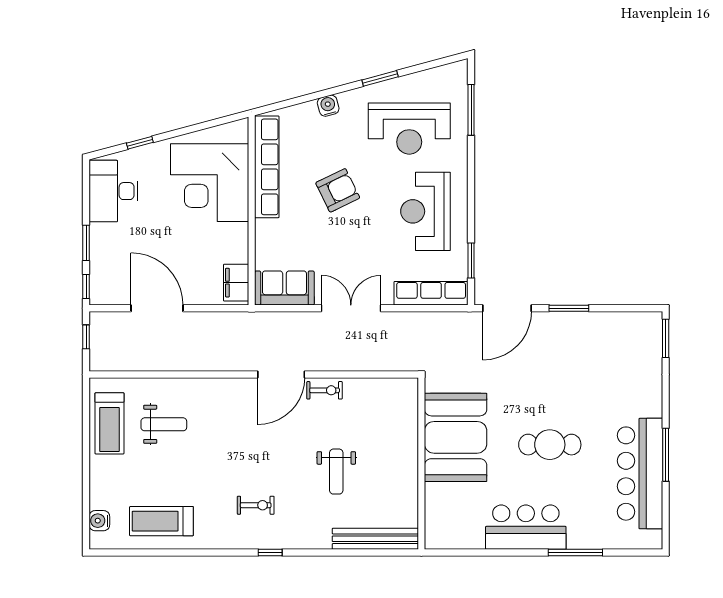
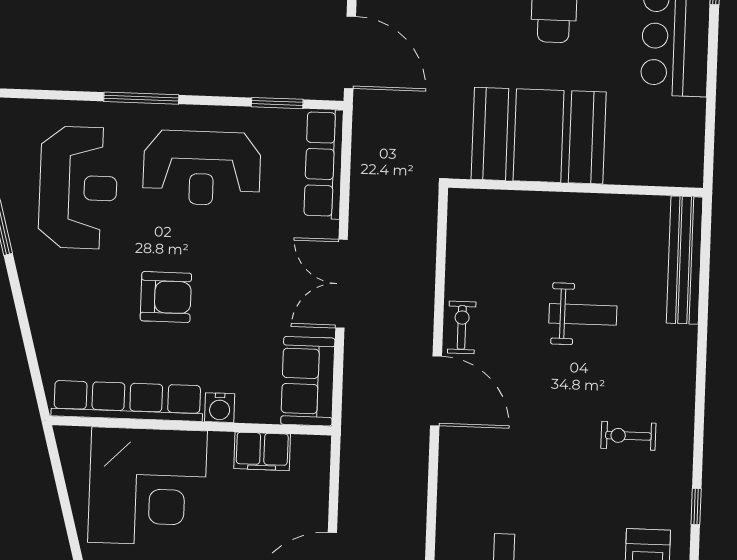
water cooler: (328, 106) -> (220, 408), moved, turned -75
window: (471, 110) -> (141, 98), moved
armchair: (338, 190) -> (166, 297), turned 116
filing cabinet: (236, 283) -> (262, 451), moved
exercise bike: (256, 505) -> (628, 436), turned -90
window: (270, 553) -> (696, 507), moved

